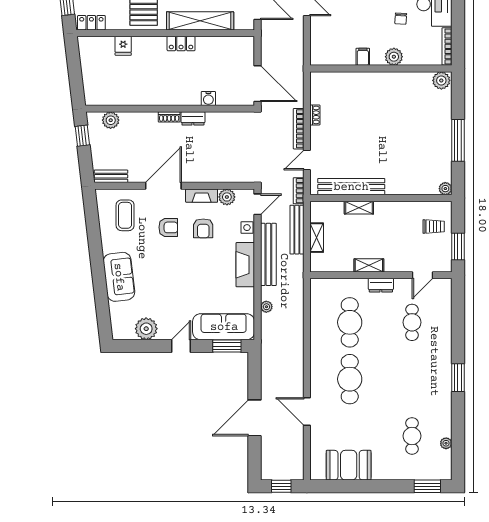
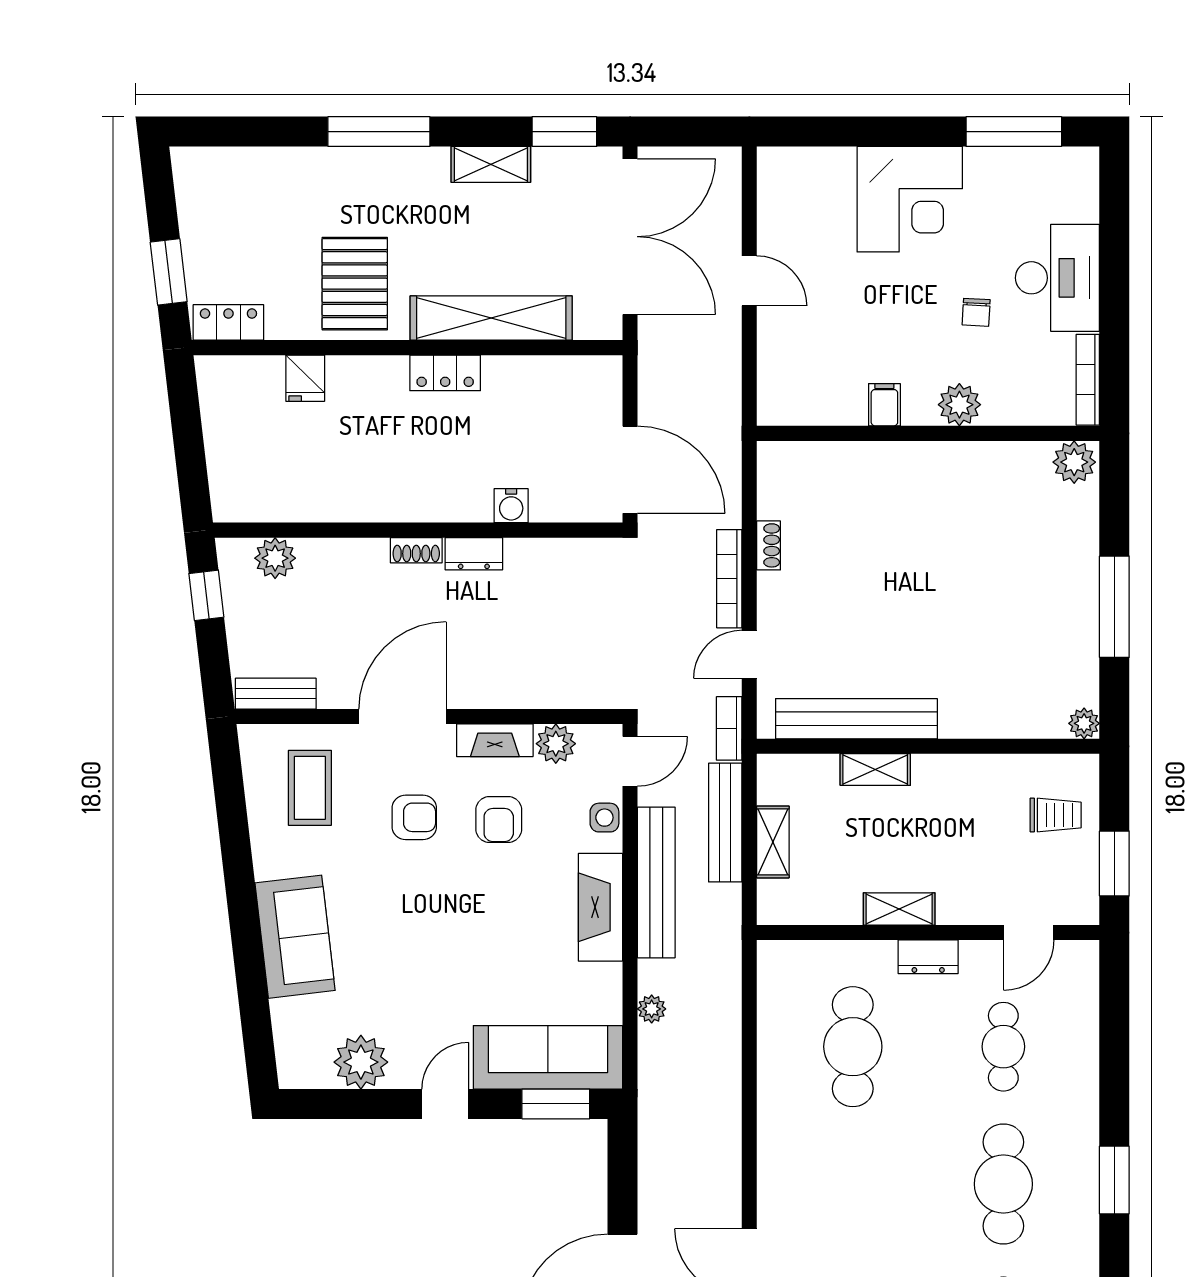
cafe table: (350, 379) -> (1003, 1184), moved

